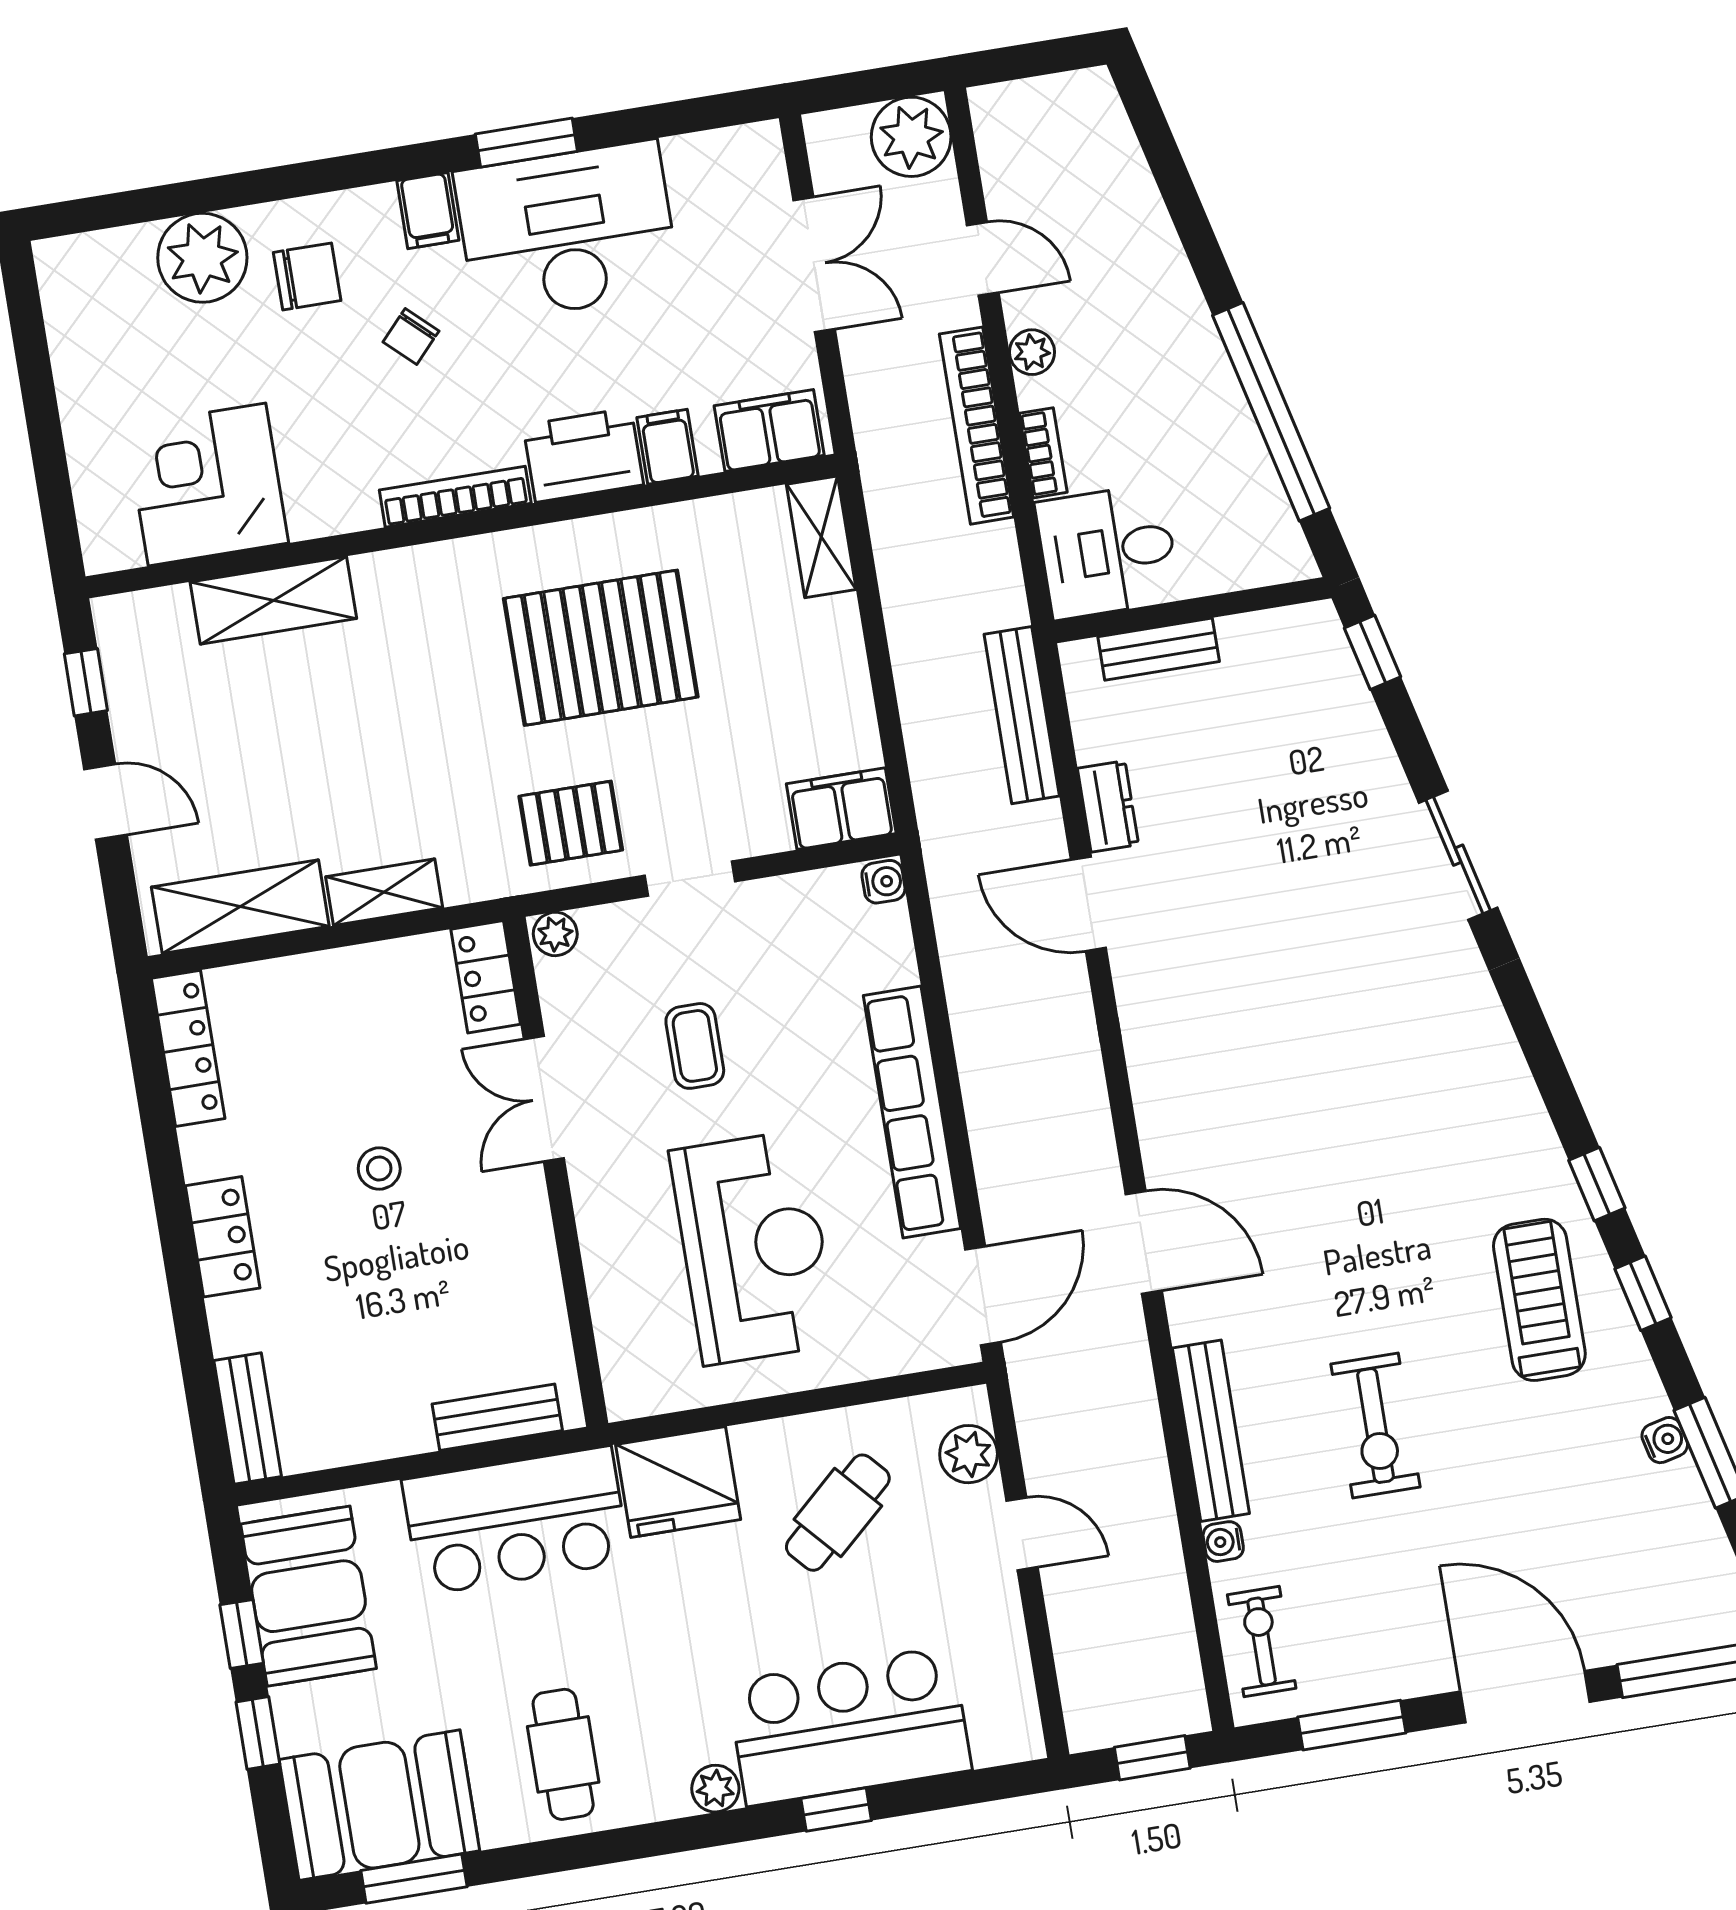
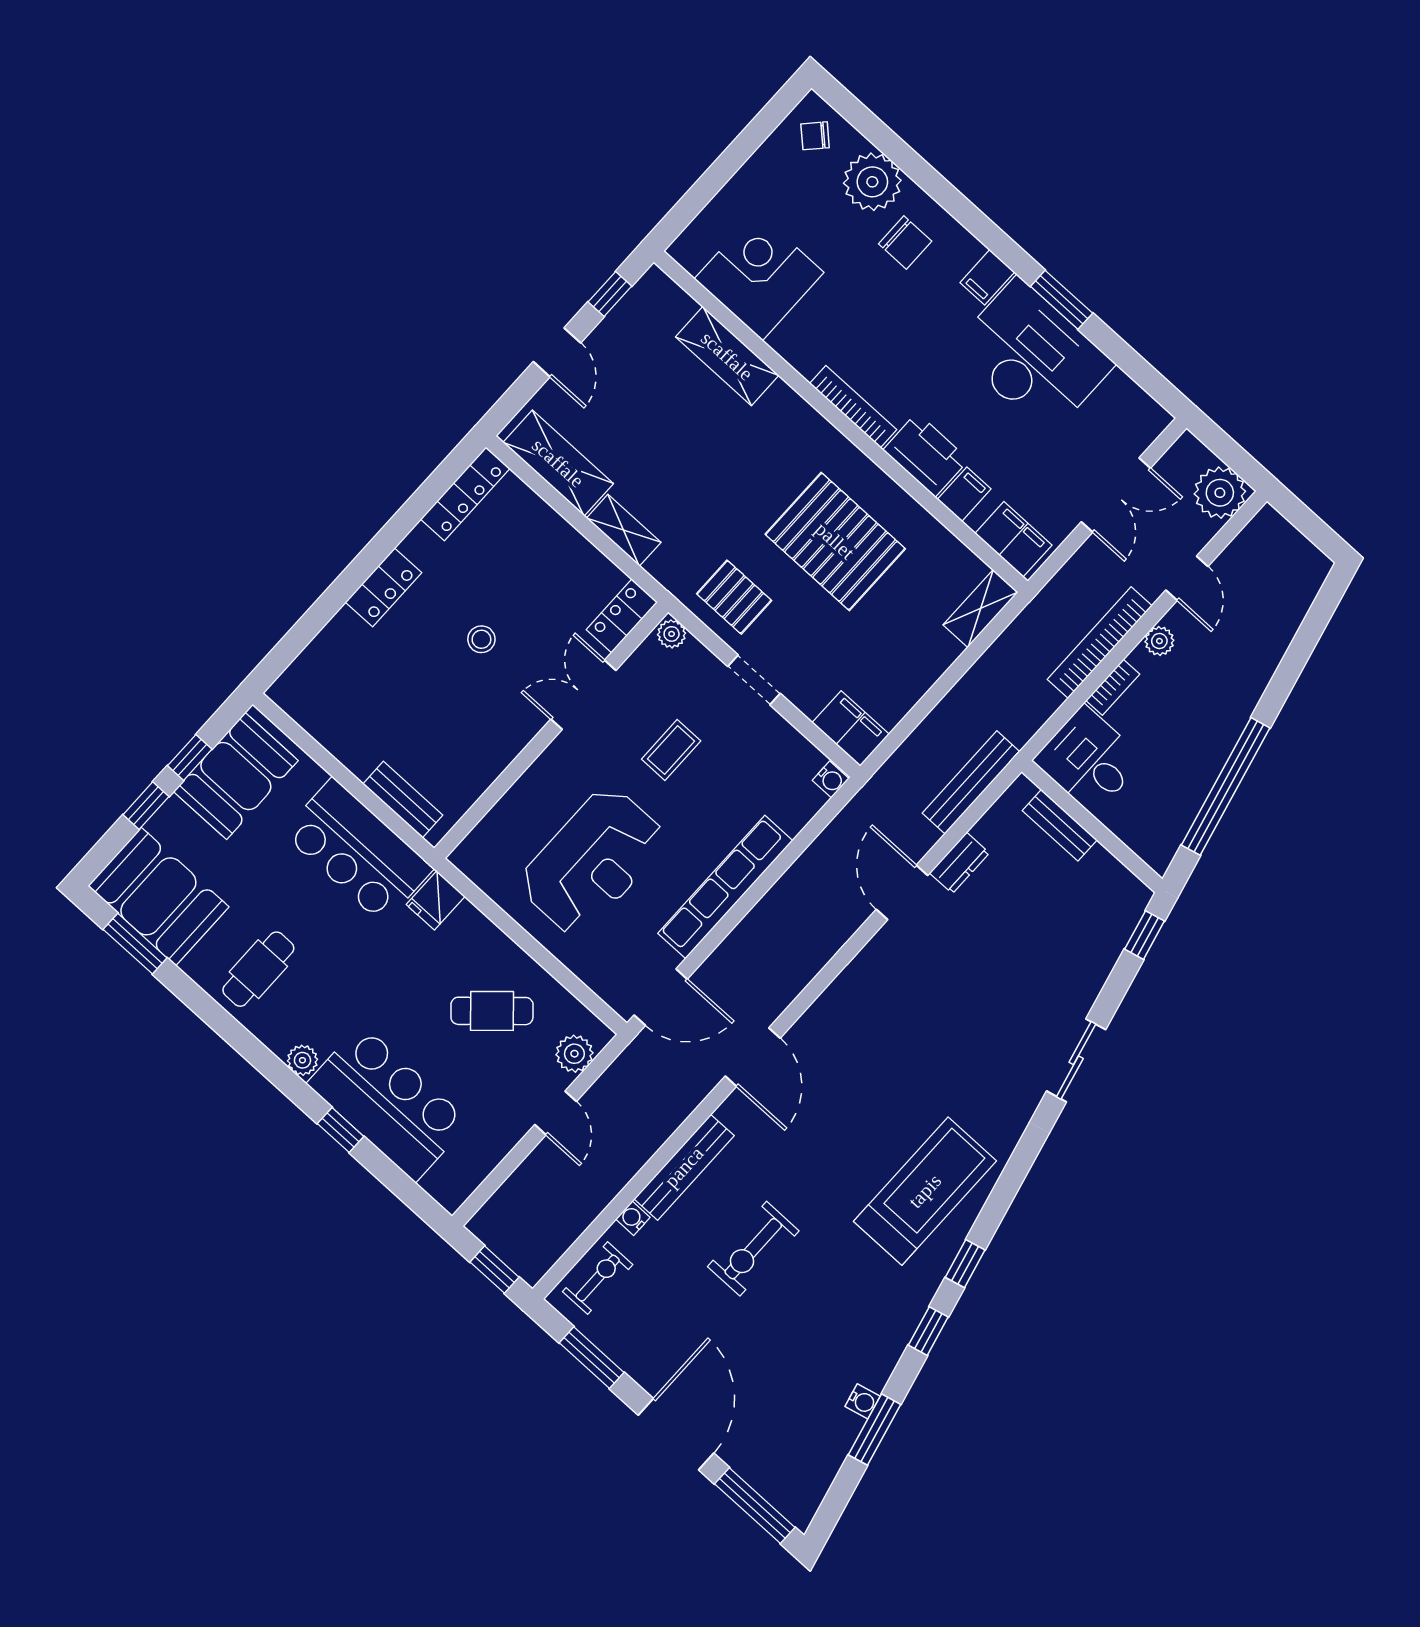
chair: (411, 336) -> (815, 136), moved
treadmill: (1539, 1300) -> (925, 1191), moved, width x1.37, depth x1.38
bench: (248, 1418) -> (301, 673), removed
fridge: (678, 1482) -> (436, 900), width x0.53, depth x0.75

